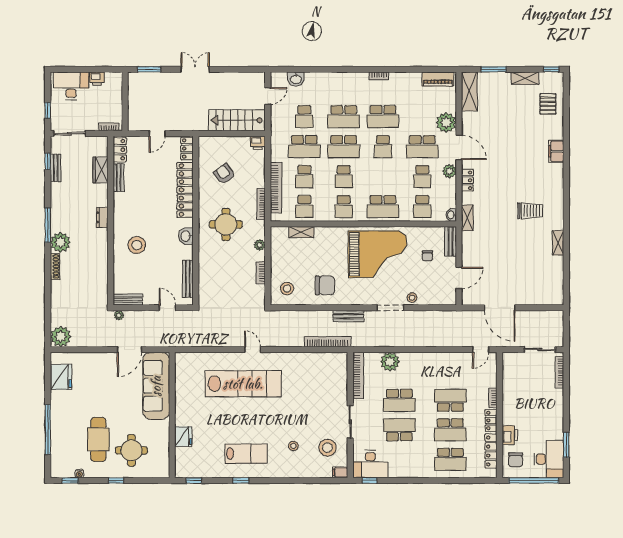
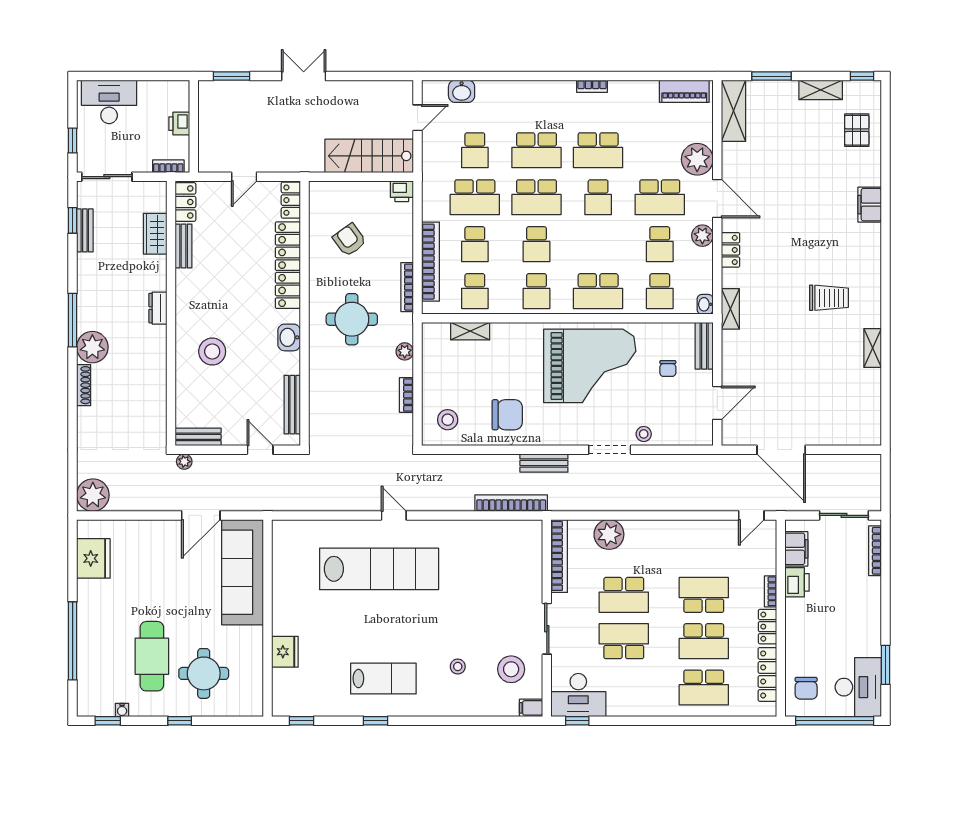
printer: (97, 79) -> (179, 124), moved, turned 90
filing cabinet: (509, 371) -> (796, 549), added
printer: (510, 435) -> (797, 582), moved

